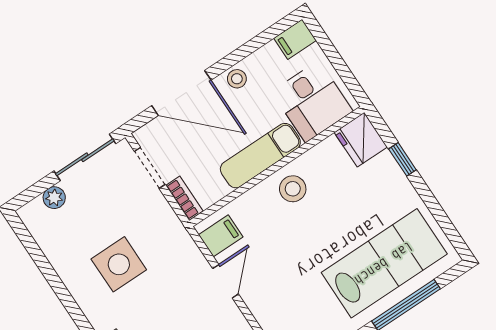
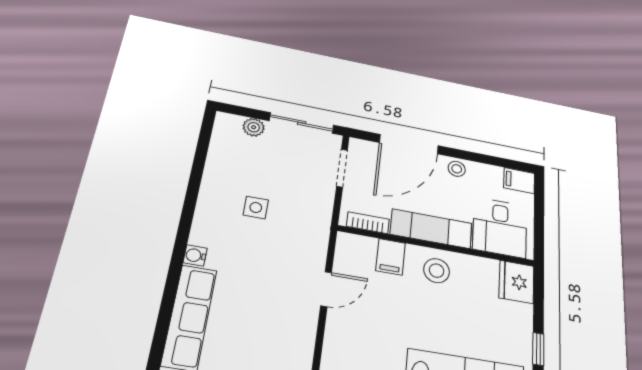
door: (181, 93) -> (409, 144), hinge flipped
window: (402, 159) -> (538, 349), moved
bookcase: (184, 198) -> (368, 223), moved, turned -90
filing cabinet: (221, 236) -> (391, 257), moved, turned 90
side table: (119, 264) -> (256, 208), width x0.54, depth x0.54

